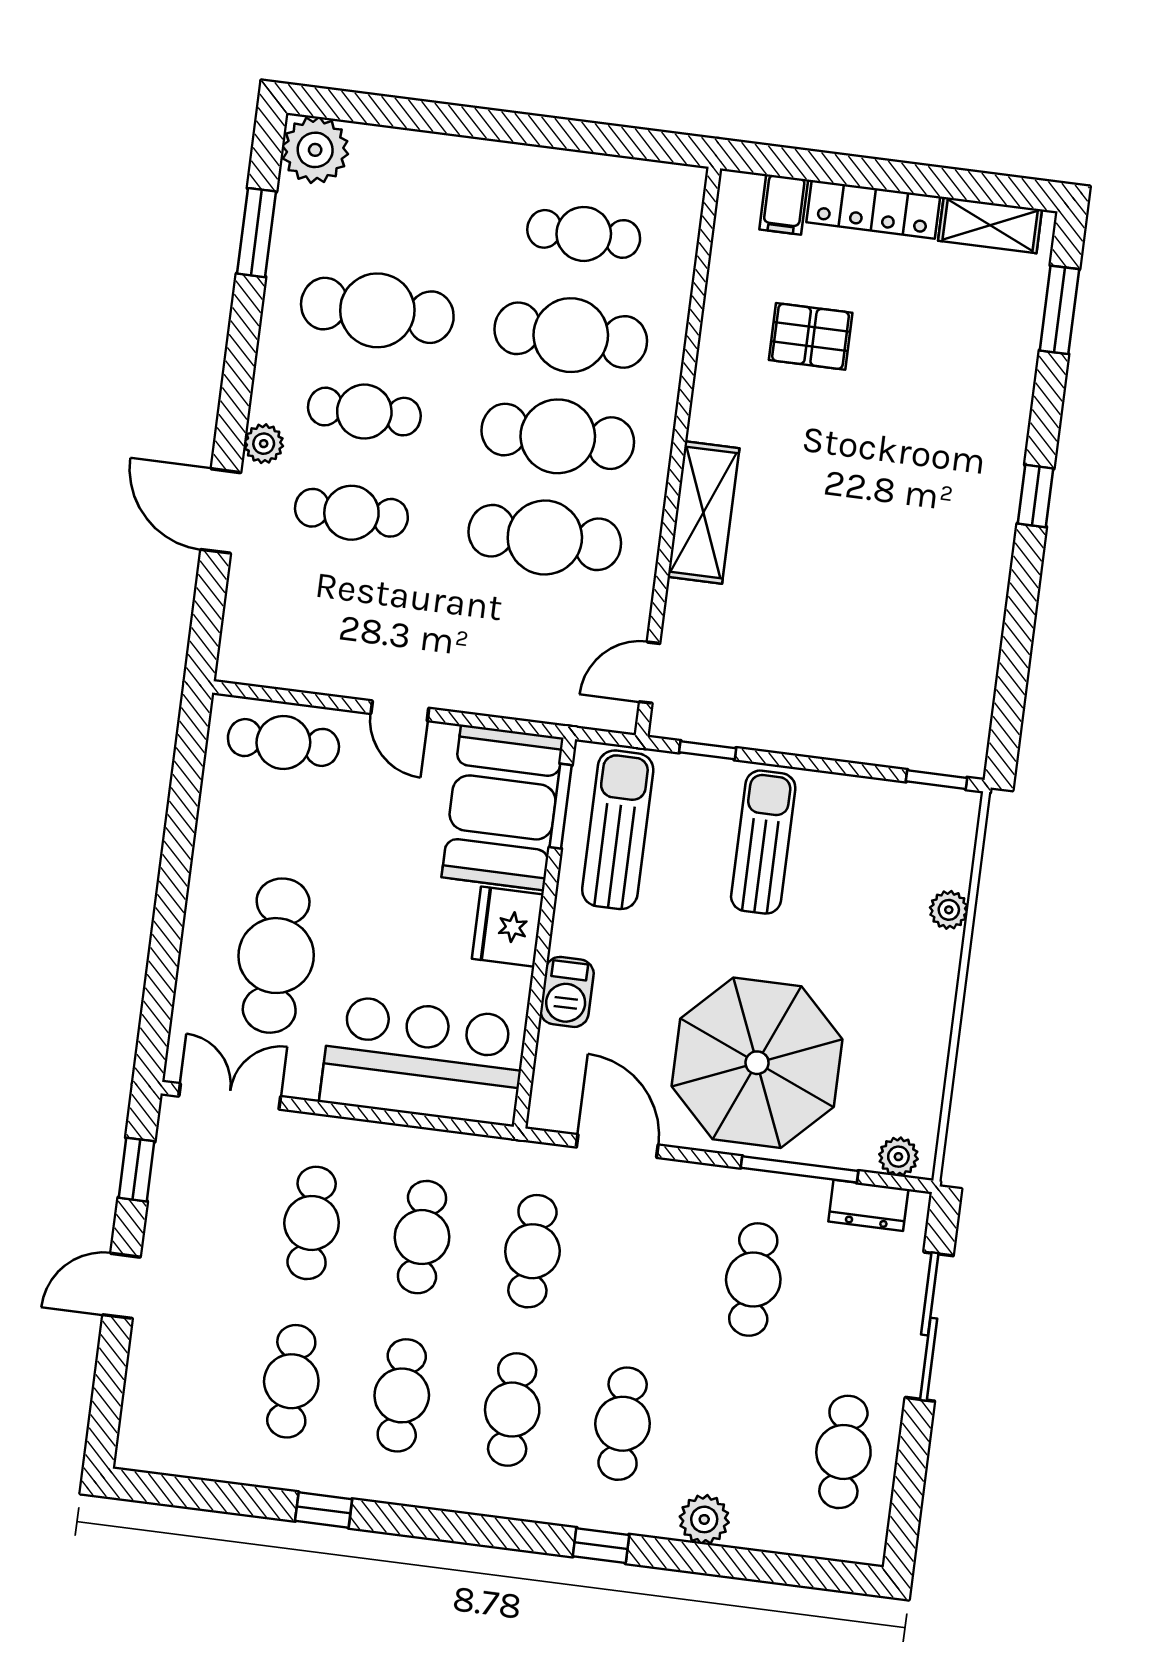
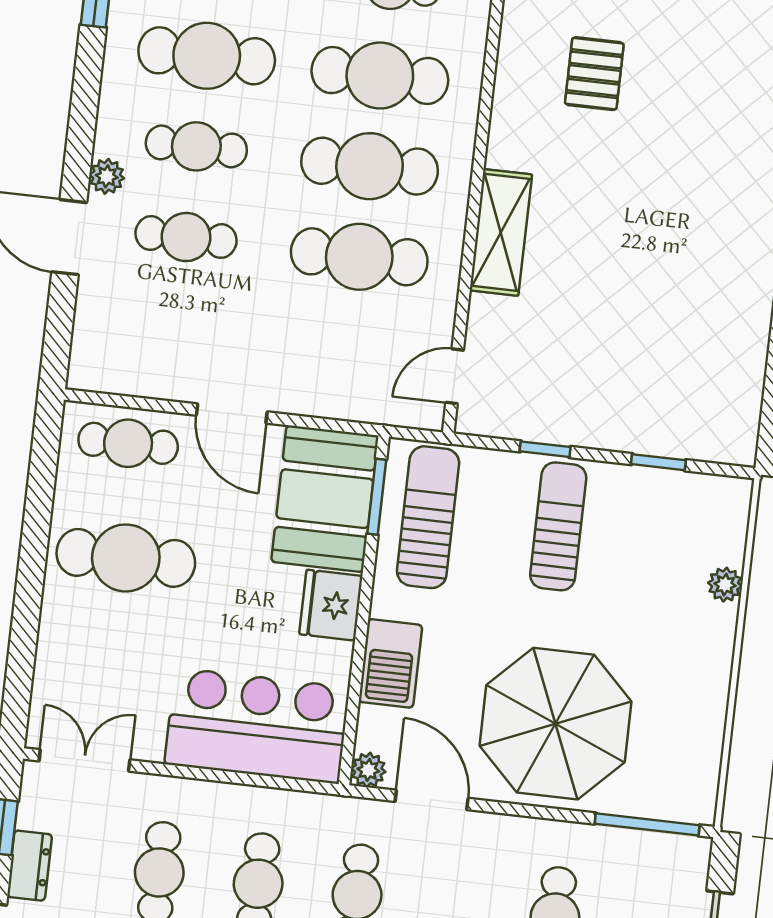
pallet: (811, 336) -> (594, 74), turned 90
door: (400, 711) -> (232, 414), width x1.38
window: (708, 750) -> (545, 449), moved
window: (937, 780) -> (658, 462), moved
cafe table: (276, 956) -> (126, 558), moved, turned 90
barbecue: (567, 992) -> (390, 663), width x1.38, depth x1.27
plant: (898, 1157) -> (368, 770), moved
window: (800, 1169) -> (647, 824), moved
dresser: (868, 1205) -> (30, 866), moved, turned -90

